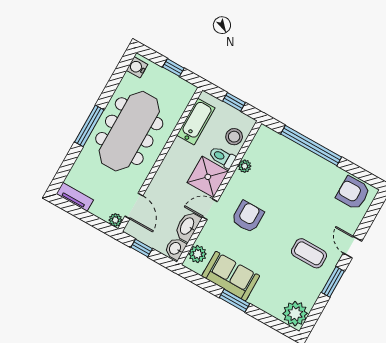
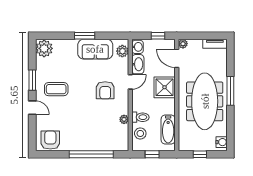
shower: (208, 177) -> (165, 87), moved
armchair: (353, 193) -> (50, 140), turned -90

